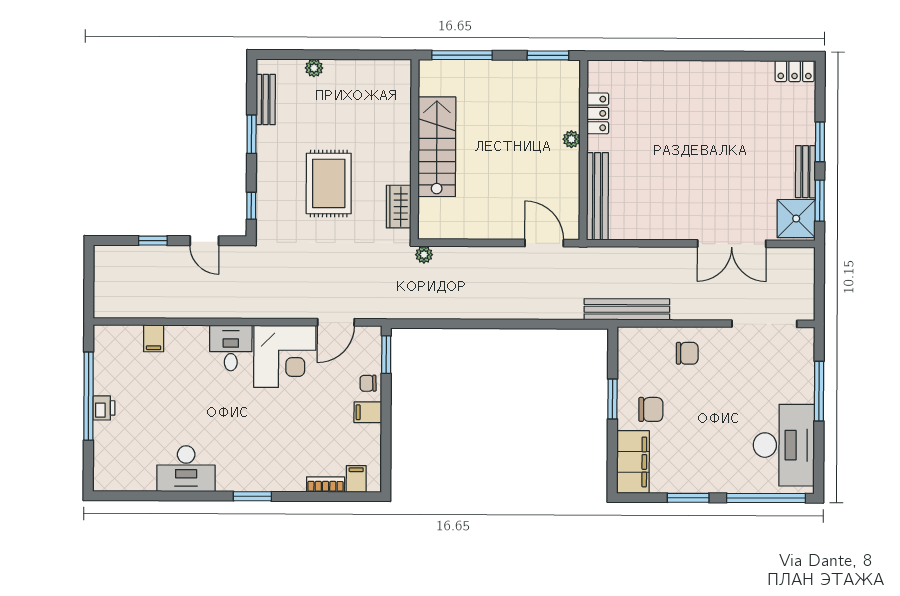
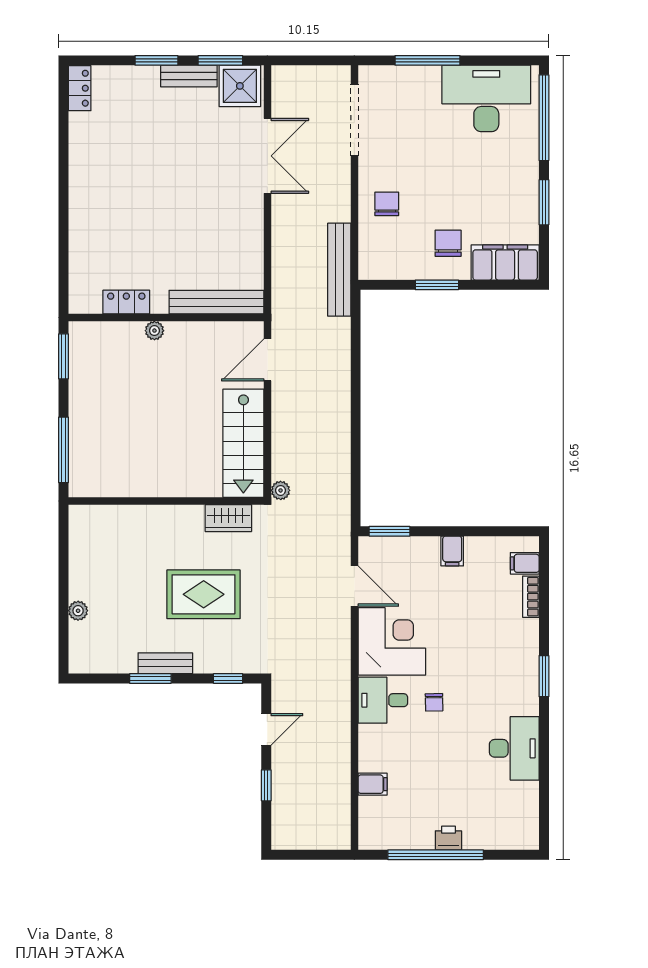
bench: (266, 100) -> (165, 663), moved
stairs: (437, 147) -> (243, 443), moved, turned -90
chair: (368, 383) -> (434, 702), moved

